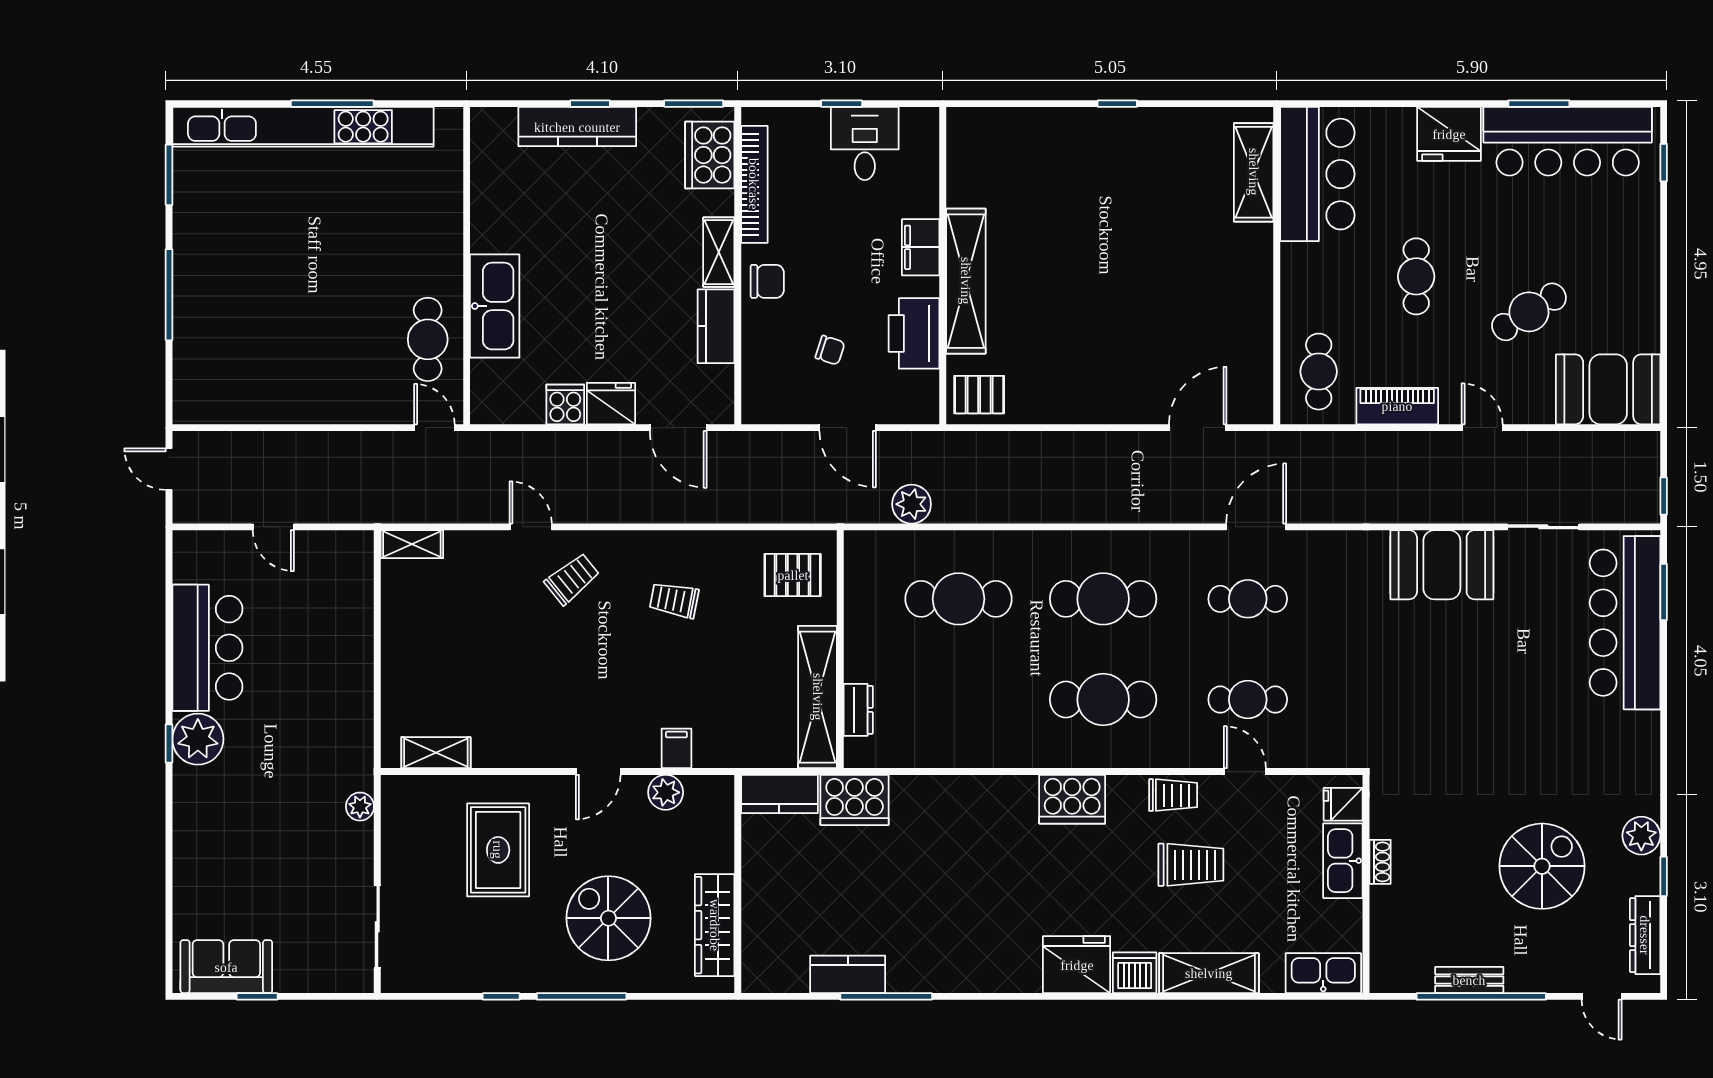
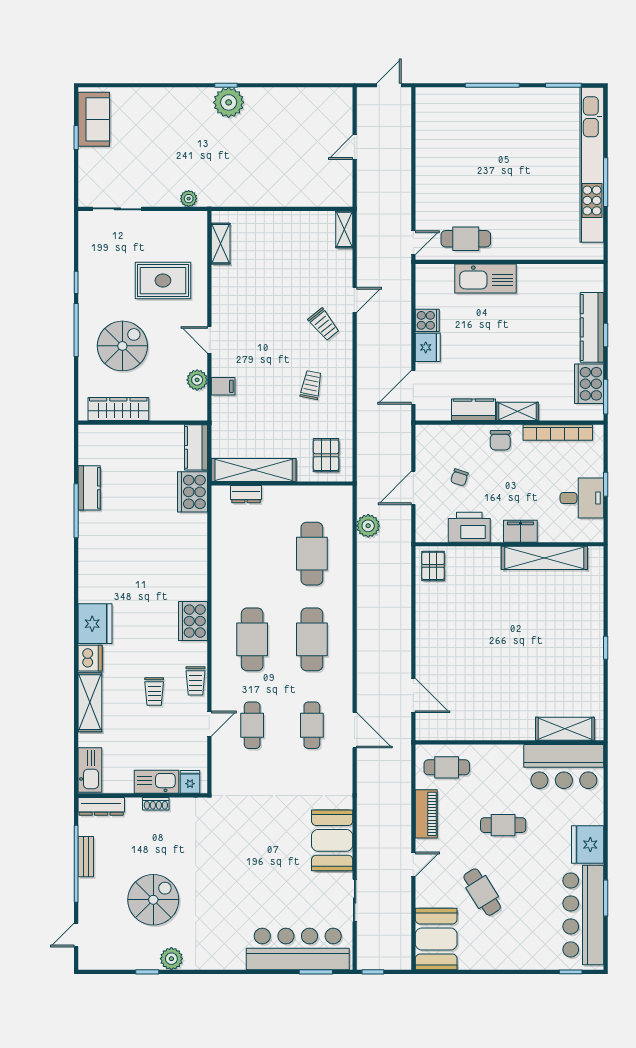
cooker: (710, 155) -> (589, 384), moved, turned -90
shelving: (966, 281) -> (544, 558), moved
bar counter: (207, 648) -> (283, 108), removed
trolley: (1191, 865) -> (154, 691), width x0.73, depth x0.72
spiral stairs: (1542, 866) -> (153, 900), turned -90
dresser: (1645, 935) -> (101, 806), moved, turned 180

